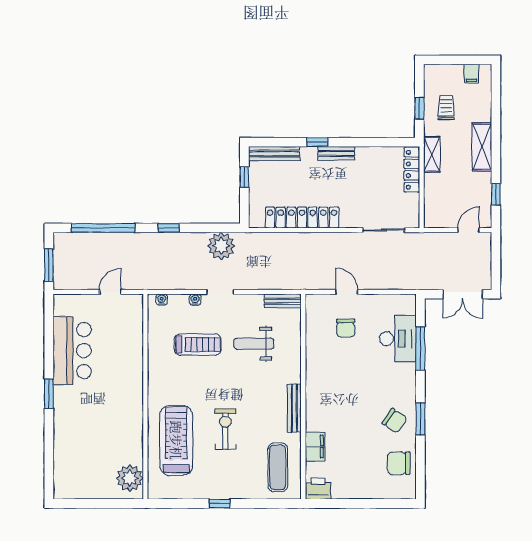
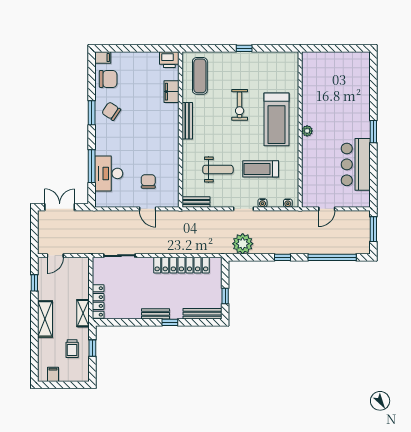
treadmill: (176, 440) -> (276, 119), moved
plant: (130, 478) -> (307, 131), moved, width x0.53, depth x0.53
filing cabinet: (406, 491) -> (103, 58), added

